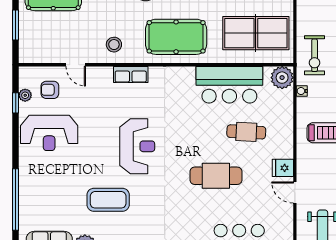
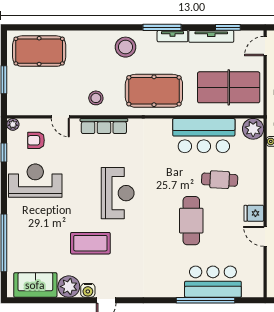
row of seats: (131, 75) -> (104, 126), width x1.48
plant: (25, 95) -> (13, 124), moved
reception desk: (49, 133) -> (35, 181), turned 180
cafe table: (216, 176) -> (191, 221), turned 90

